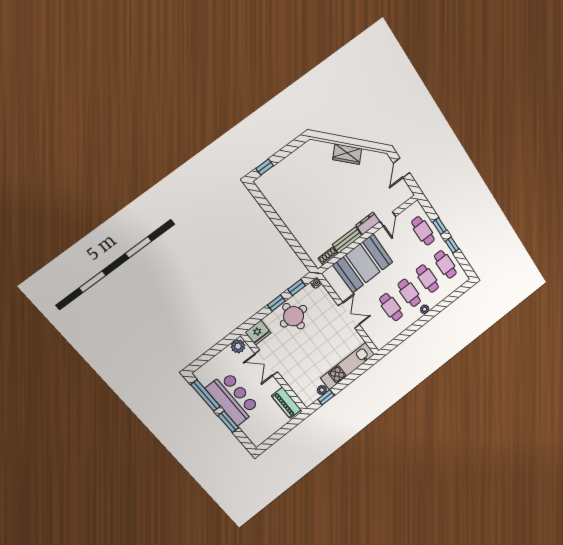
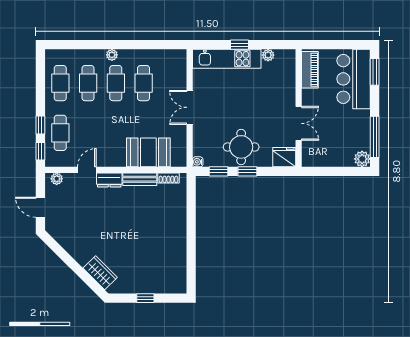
wardrobe: (347, 154) -> (100, 273), moved
window: (265, 167) -> (145, 298), moved
door: (401, 168) -> (40, 207), swing flipped
plant: (404, 197) -> (57, 179), added
window: (452, 245) -> (40, 151), moved
booth: (363, 263) -> (148, 152), width x0.73, depth x0.70
plant: (238, 346) -> (362, 159), moved
window: (326, 397) -> (239, 45), moved
bar counter: (233, 398) -> (354, 79), moved
window: (228, 422) -> (375, 72), moved

